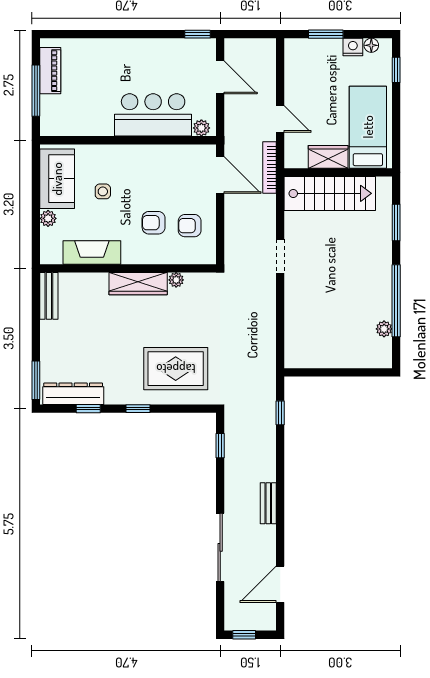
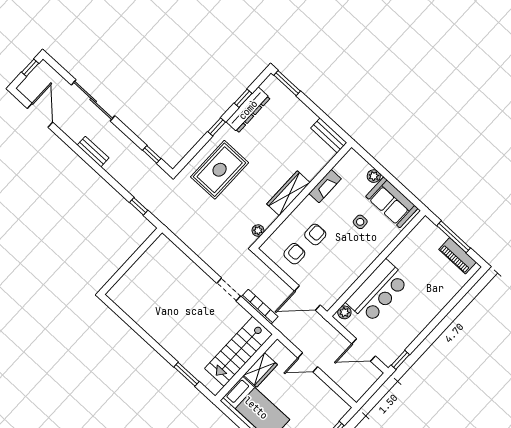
bookcase: (269, 168) -> (260, 307), moved
fireplace: (92, 253) -> (325, 186), width x0.73, depth x0.76
plant: (176, 280) -> (258, 231), moved
window: (396, 301) -> (142, 333), removed
plant: (384, 329) -> (132, 311), removed
dresser: (73, 394) -> (248, 110), moved

